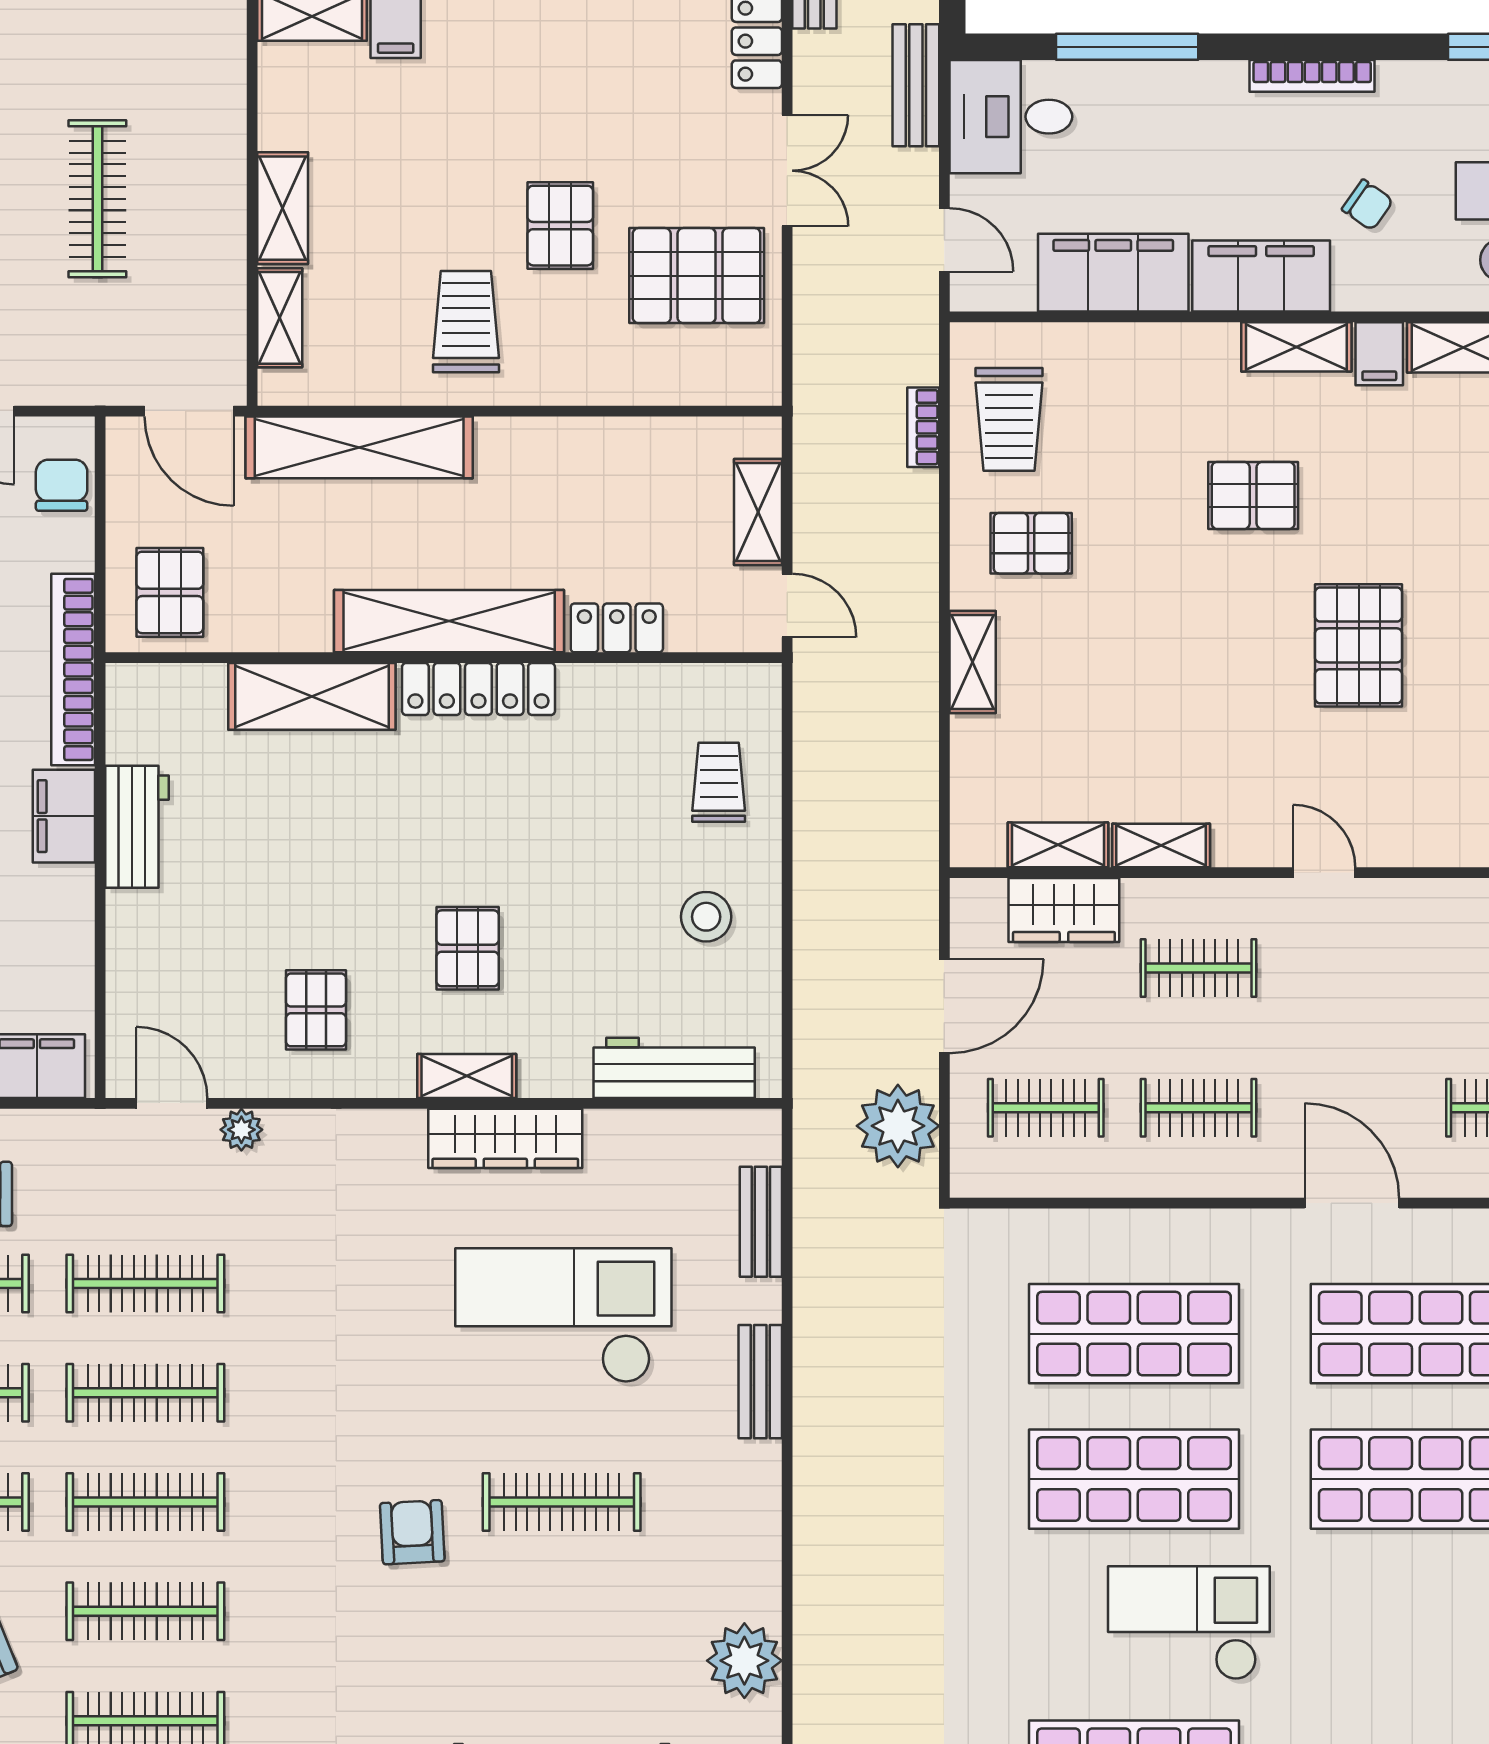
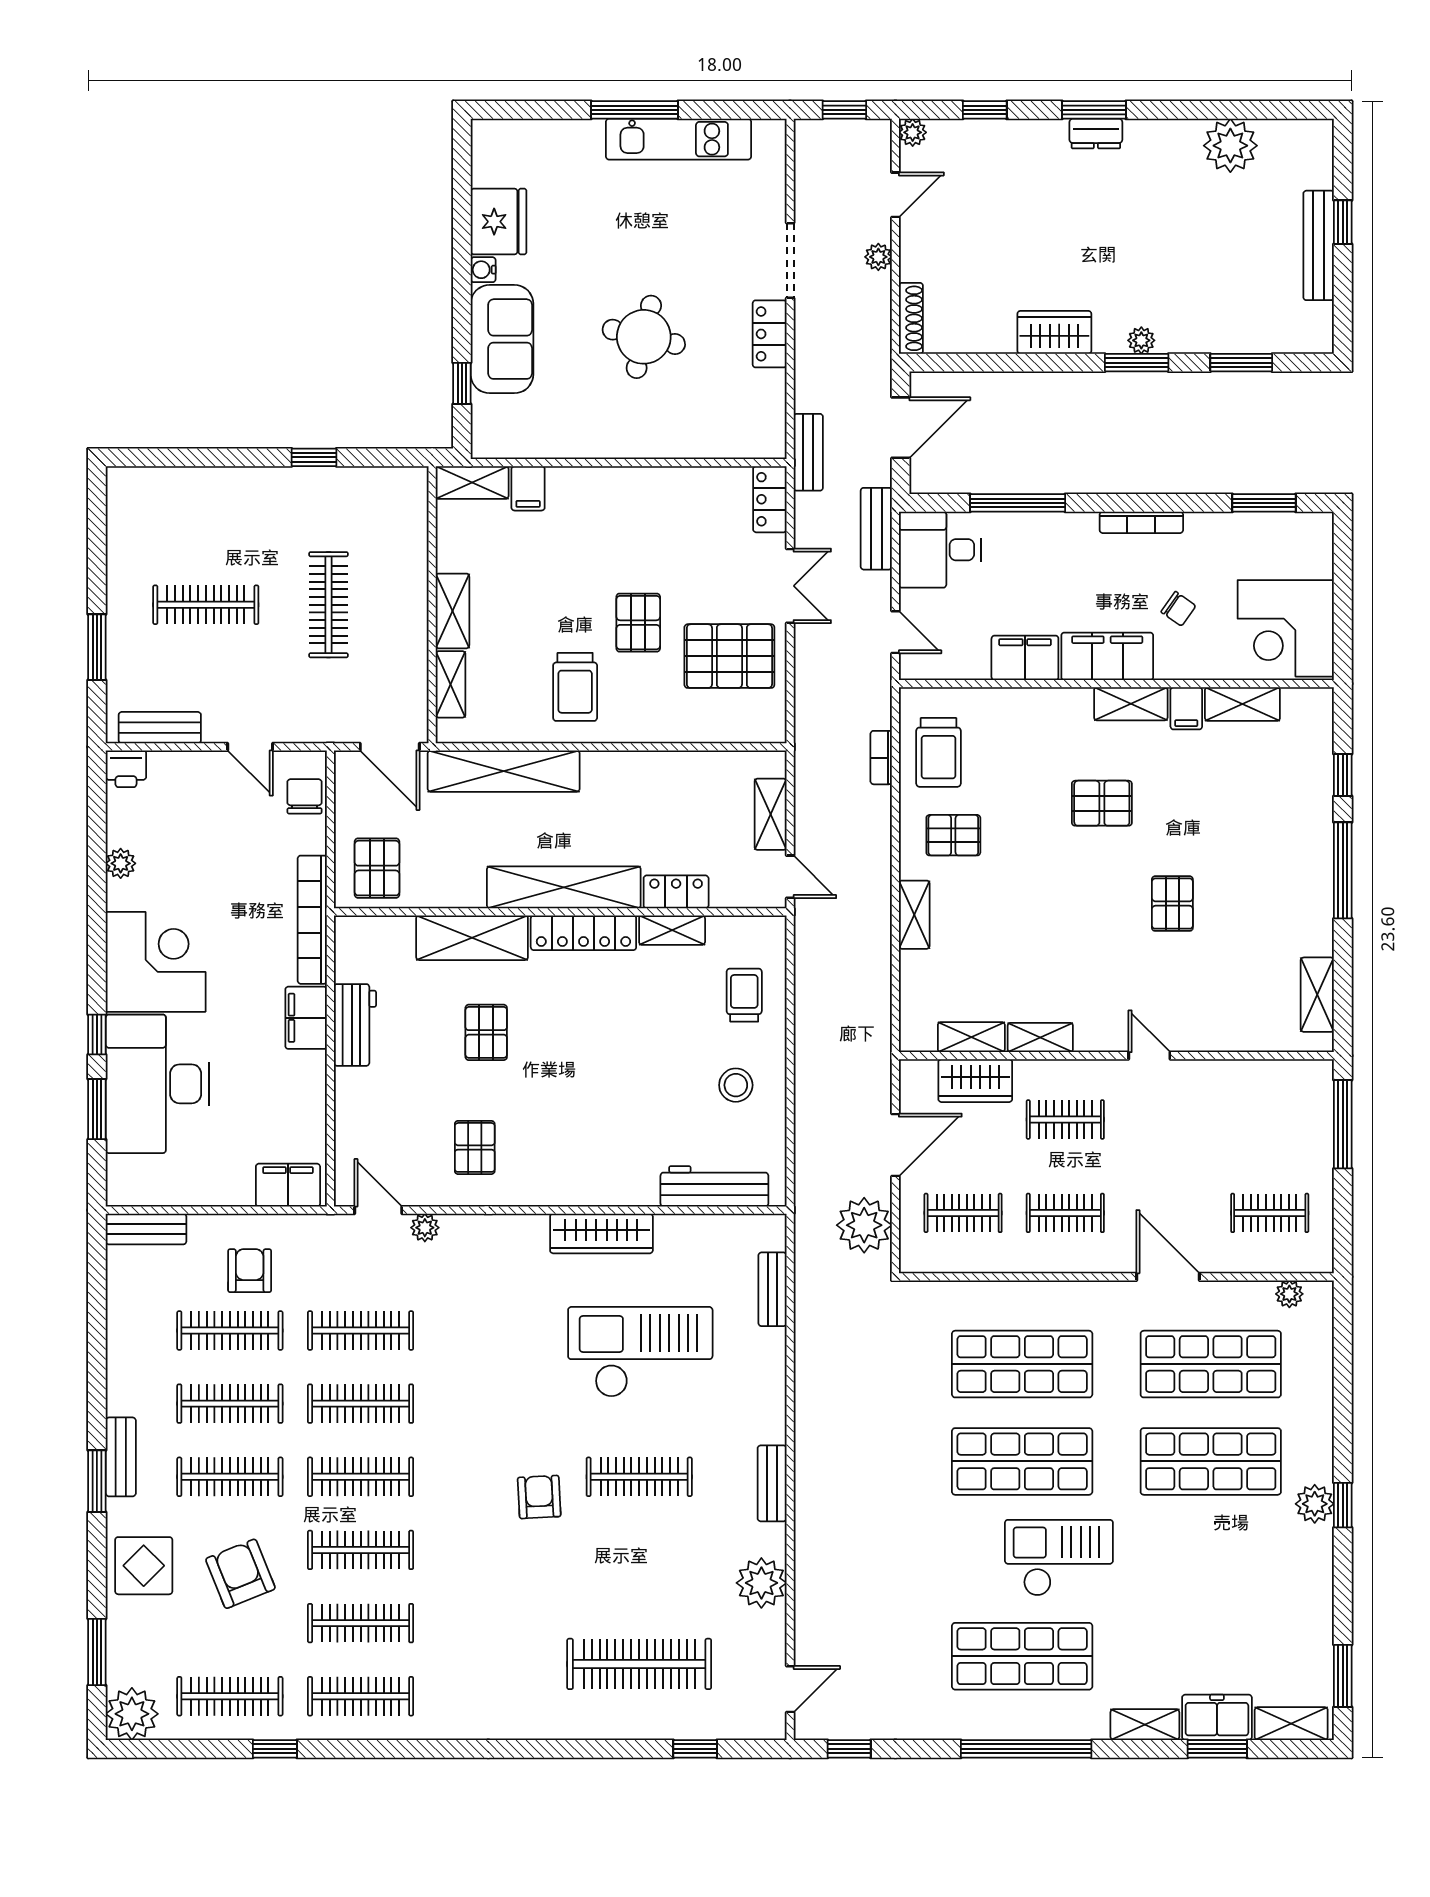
filing cabinet: (1113, 273) -> (1025, 658), width x0.67, depth x0.86
trolley: (466, 322) -> (575, 687), turned 180
pallet: (1359, 645) -> (1172, 904), width x0.67, depth x0.71
pallet: (468, 948) -> (486, 1032), moved
shelving: (467, 1076) -> (672, 930), moved
bench: (760, 1382) -> (772, 1483), moved

